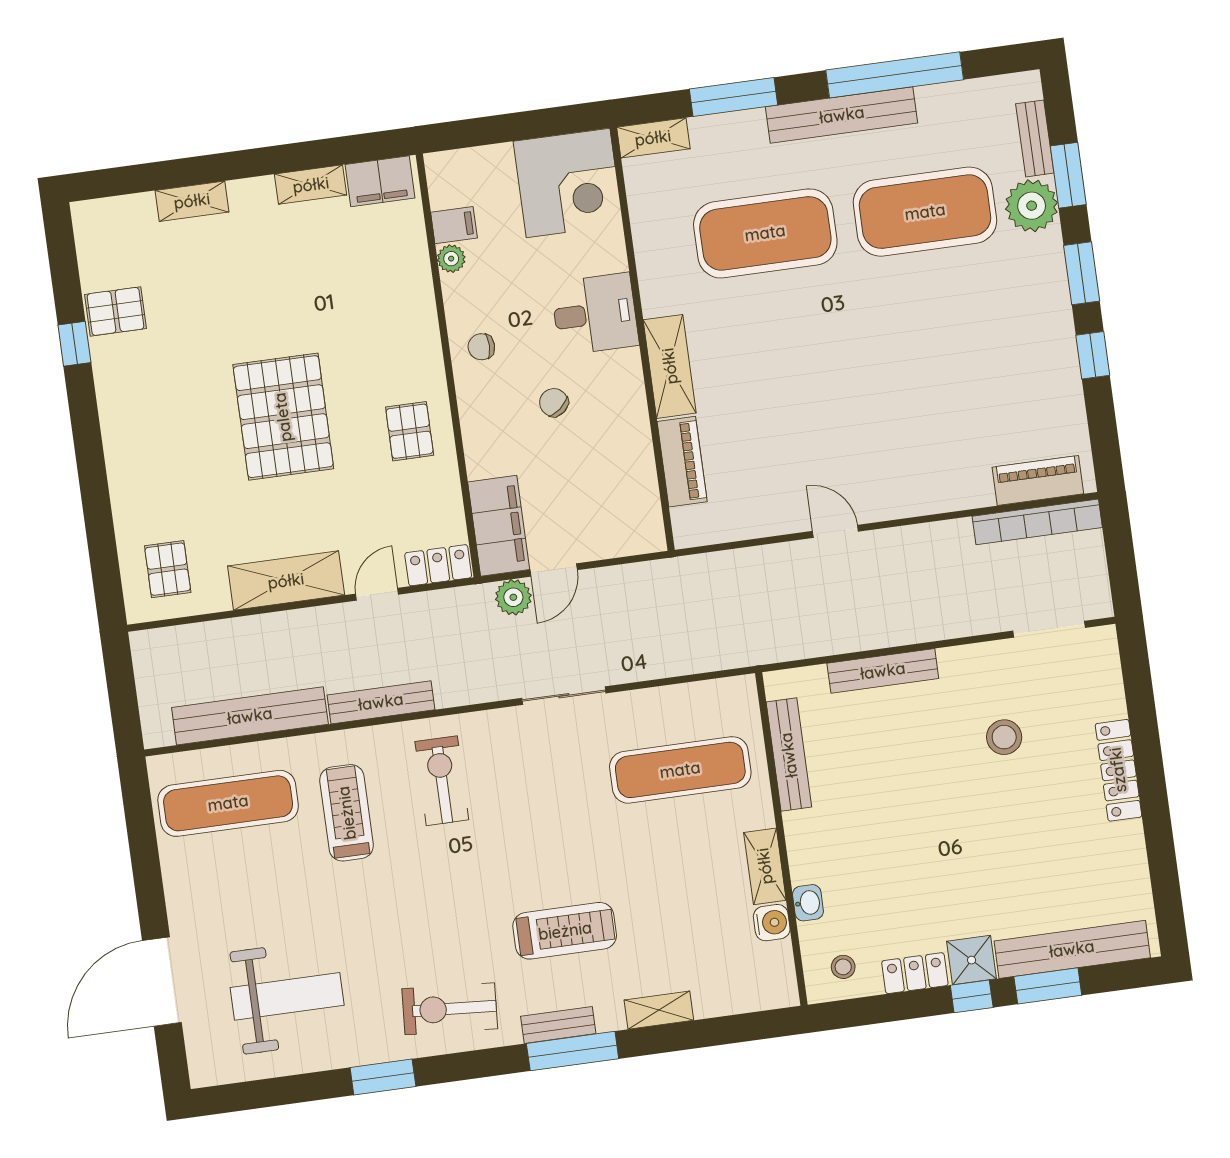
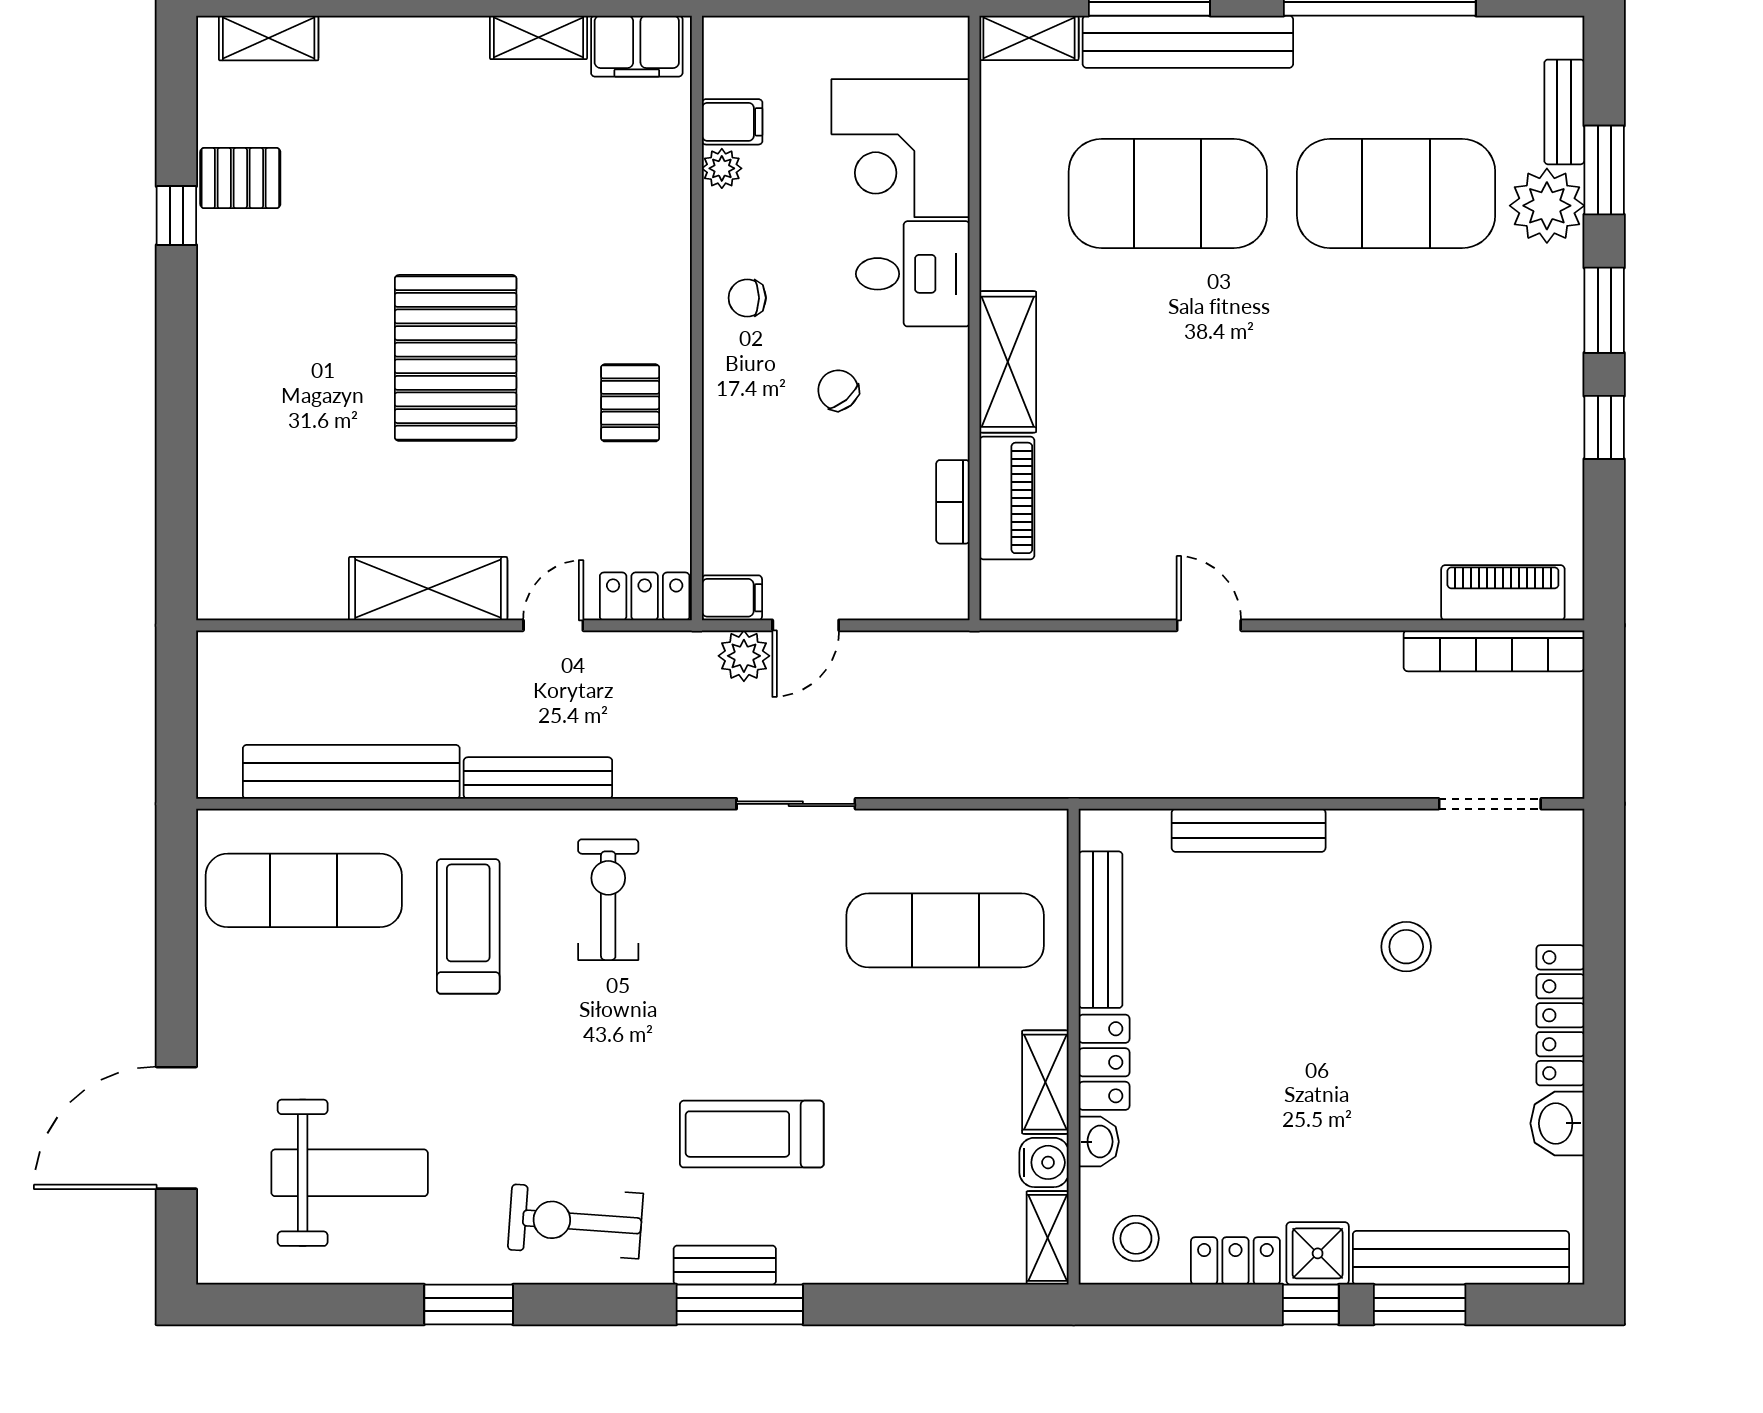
bench: (842, 115) -> (1188, 42), moved
corner desk: (568, 183) -> (901, 148), moved, turned 90
shelving: (192, 201) -> (269, 38), moved
bookcase: (645, 470) -> (953, 502), added
filing cabinet: (499, 526) -> (732, 598), width x0.33, depth x0.86
pallet: (168, 569) -> (264, 550), removed
washbasin: (1127, 846) -> (1557, 1123), added
locker: (804, 847) -> (1104, 1062), added
treadmill: (565, 931) -> (752, 1134), turned 180
stool: (843, 967) -> (1136, 1238), width x1.37, depth x1.37
shelving: (659, 1010) -> (1048, 1238), moved, turned 90

